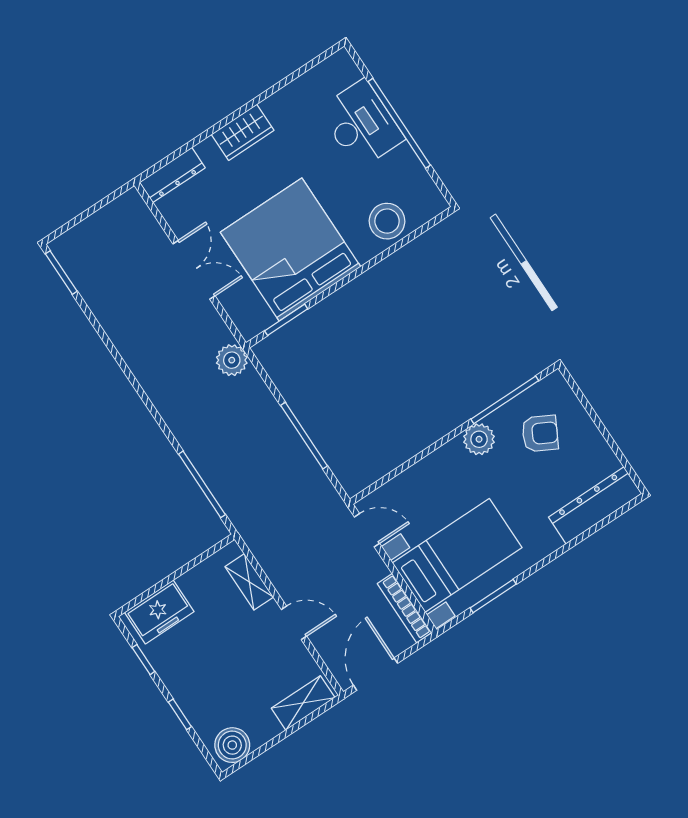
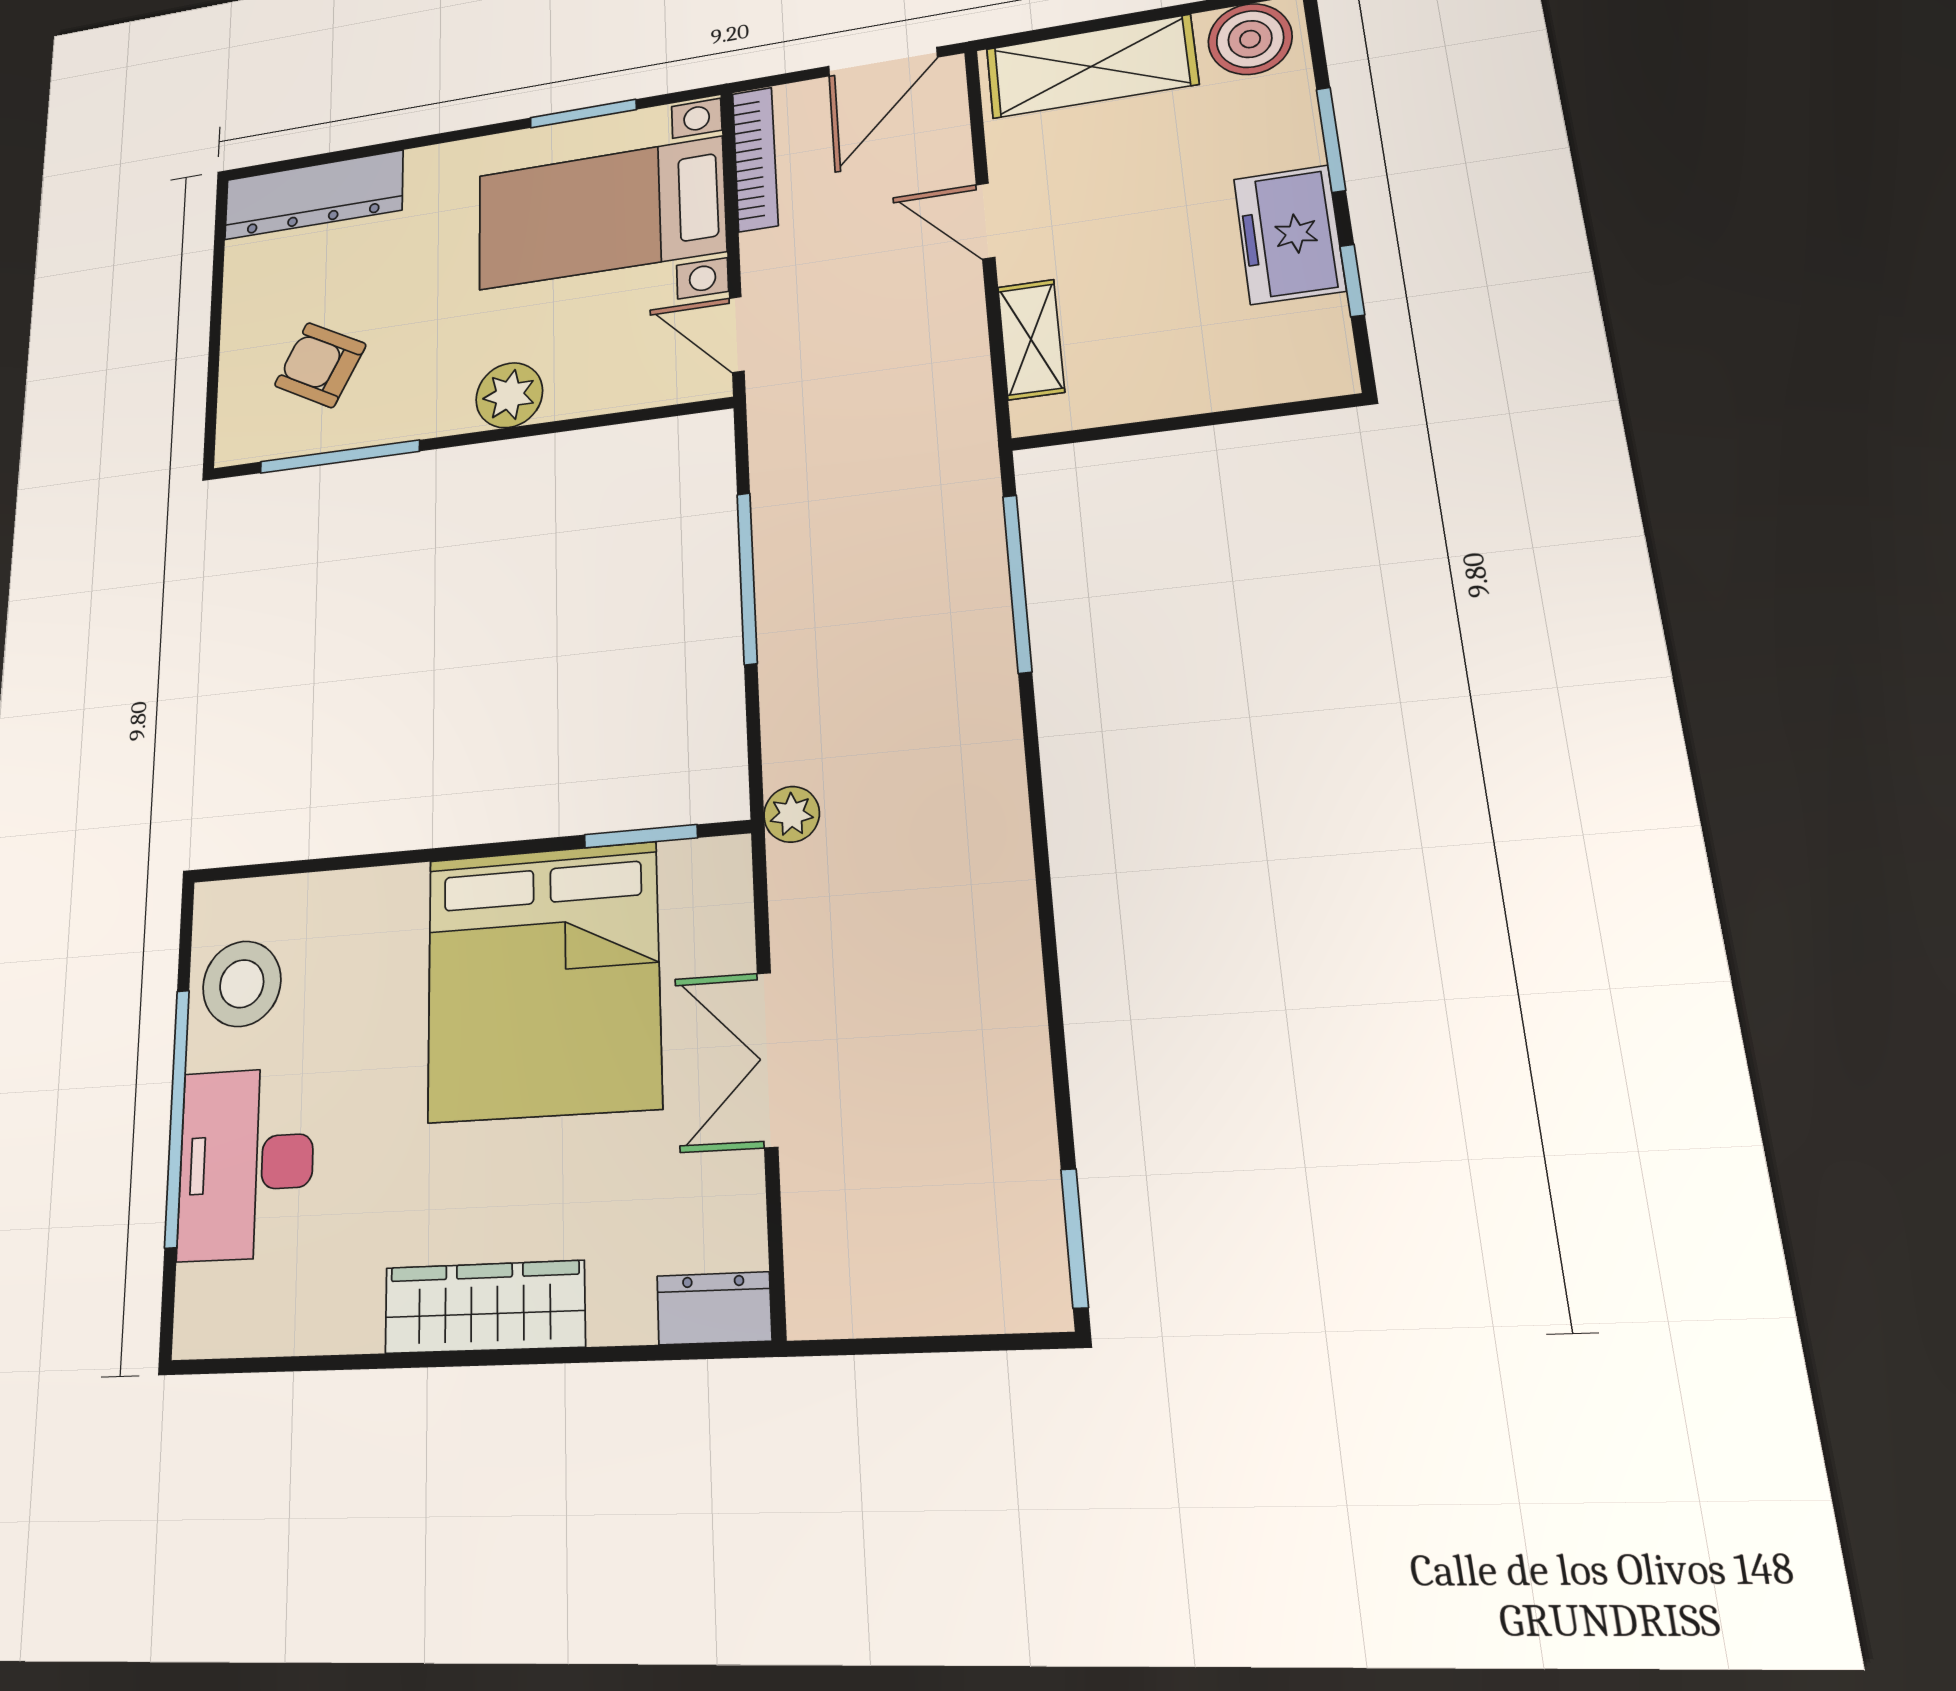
wardrobe: (243, 132) -> (484, 1307), width x1.50
dresser: (172, 175) -> (714, 1308), width x0.70
stool: (387, 221) -> (242, 984), moved
plant: (232, 360) -> (792, 814), width x0.73, depth x0.73
plant: (479, 439) -> (509, 395), moved
freezer: (159, 612) -> (1289, 235), moved, turned -90
shelving: (303, 703) -> (1091, 67), width x1.50, depth x1.33
window: (180, 714) -> (1331, 140), width x1.50

